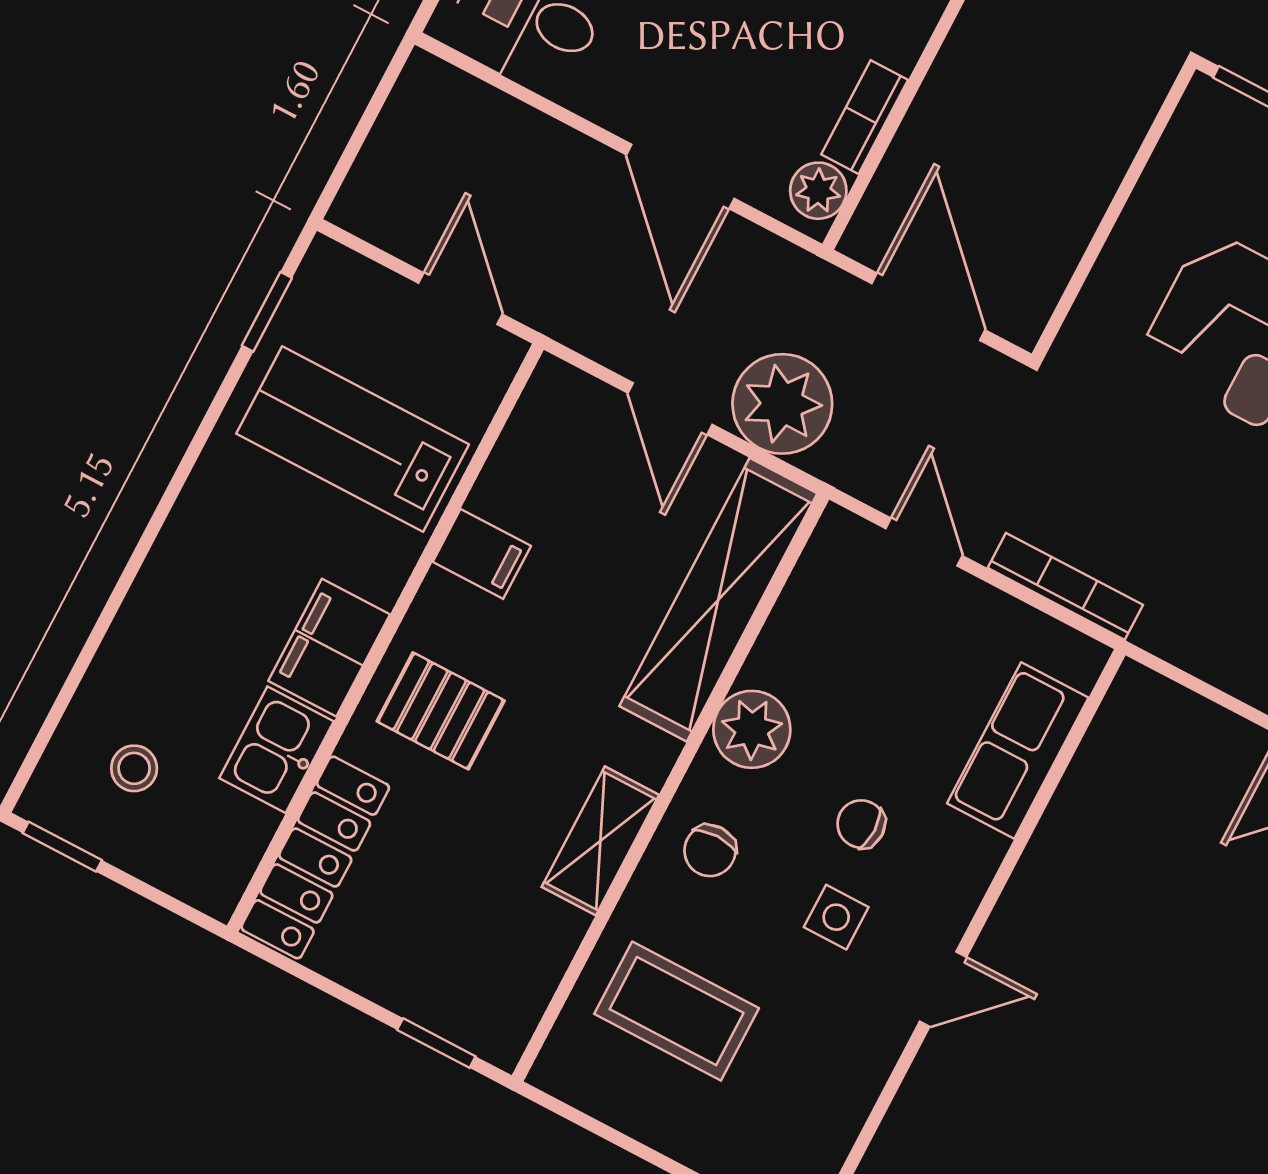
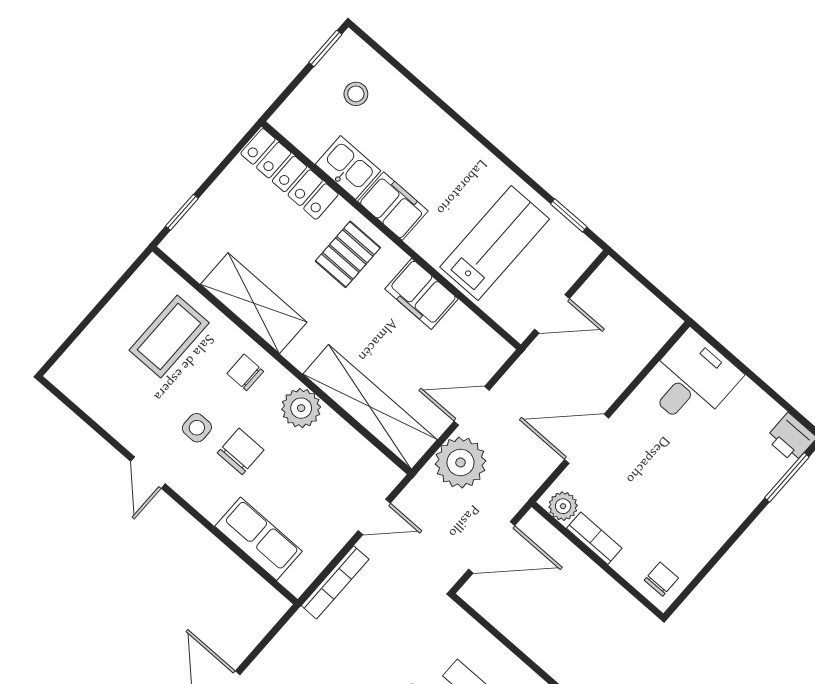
filing cabinet: (482, 554) -> (422, 294), width x2.00
chair: (861, 824) -> (241, 451), width x1.37, depth x1.37
shelving: (600, 841) -> (254, 303), width x1.50, depth x1.33

